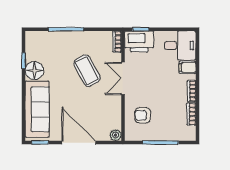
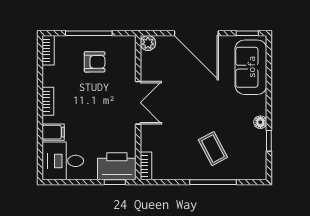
floor lamp: (34, 71) -> (260, 122), width x0.53, depth x0.53
coffee table: (87, 71) -> (213, 149), moved, width x0.73, depth x0.77
double door: (123, 78) -> (138, 103), moved
sofa: (37, 109) -> (251, 67), width x0.73
bookcase: (191, 114) -> (48, 50), moved
armchair: (143, 115) -> (95, 62), moved

